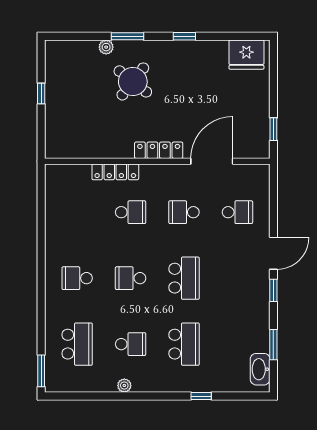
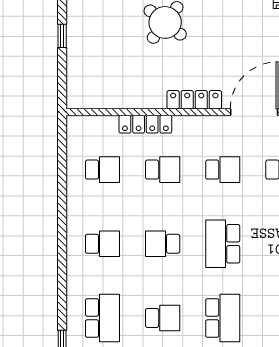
school desk: (77, 212) -> (102, 170), added
school desk: (184, 212) -> (223, 170), turned 180
school desk: (77, 278) -> (102, 244), turned 180
school desk: (184, 278) -> (223, 244), turned 180

